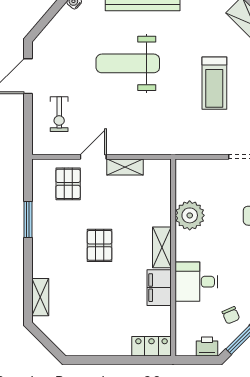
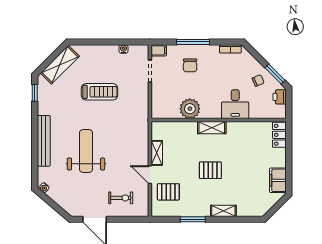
weight bench: (128, 63) -> (86, 151), turned 180
filing cabinet: (159, 288) -> (278, 180), moved, turned 90
shelving: (40, 297) -> (223, 211), moved

